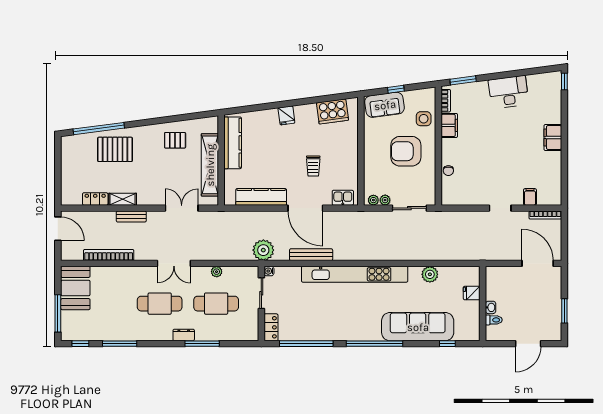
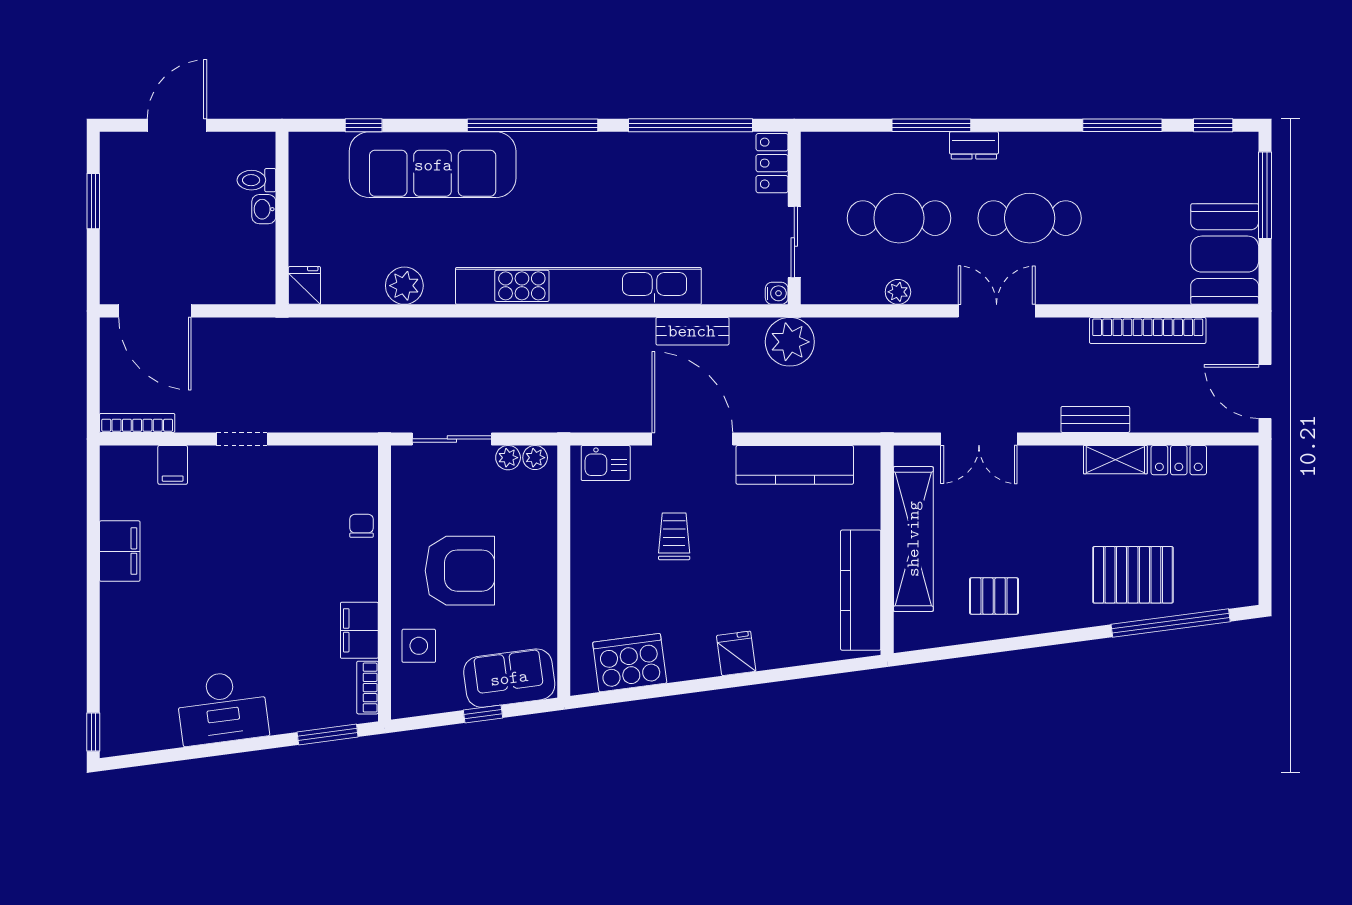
filing cabinet: (553, 138) -> (120, 551), moved
bench: (311, 255) -> (692, 331), width x0.73
fridge: (472, 293) -> (304, 285), moved, turned -90

